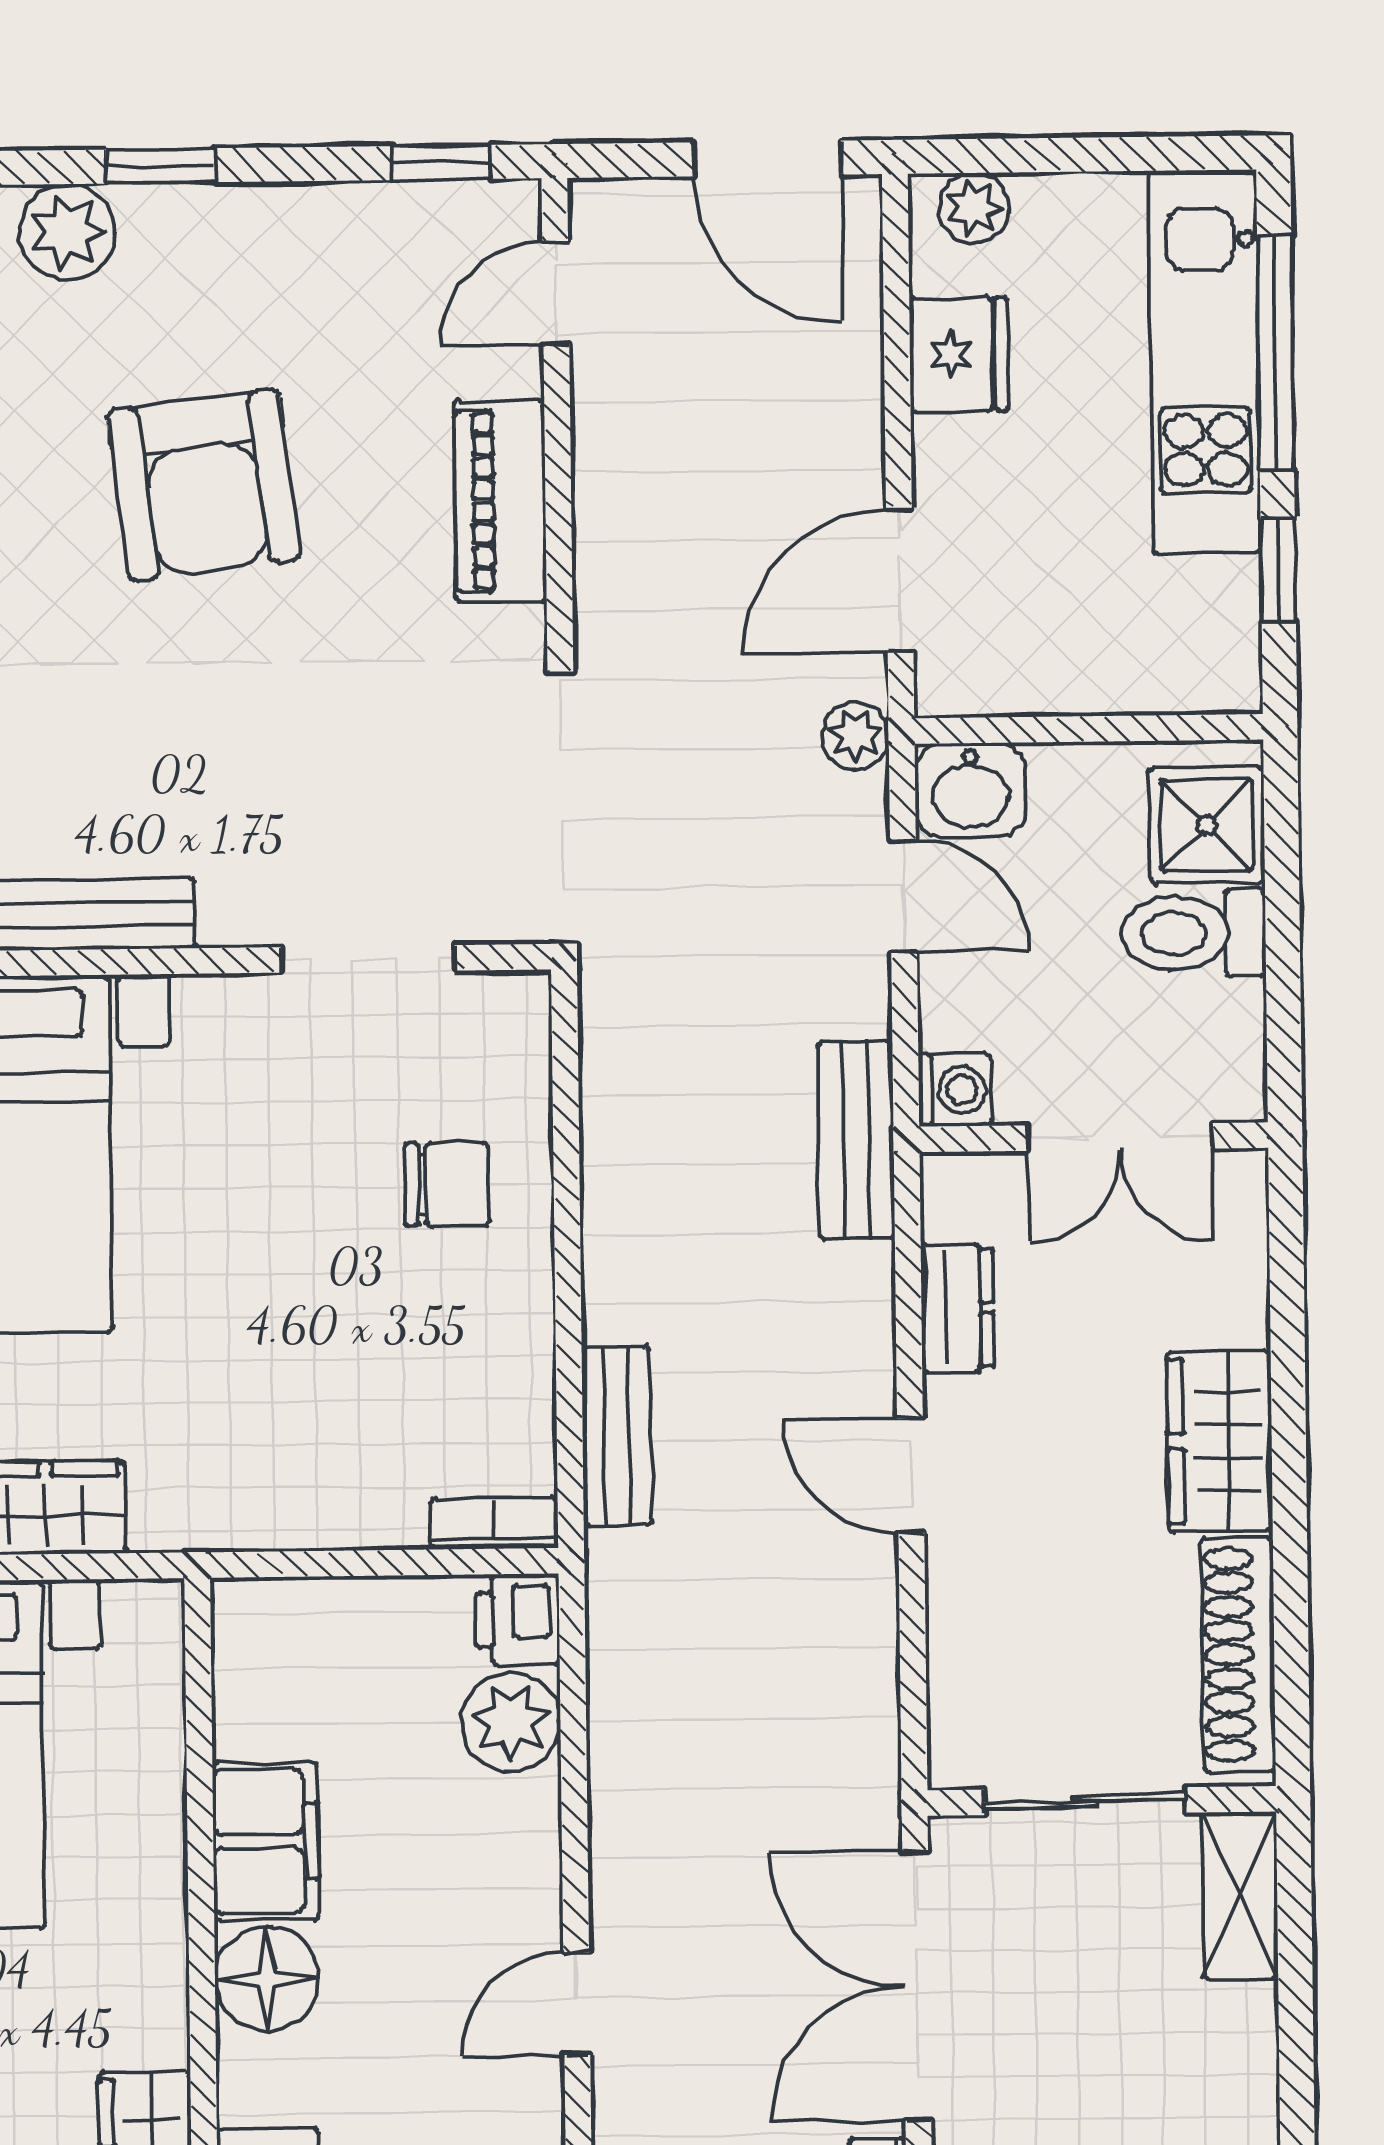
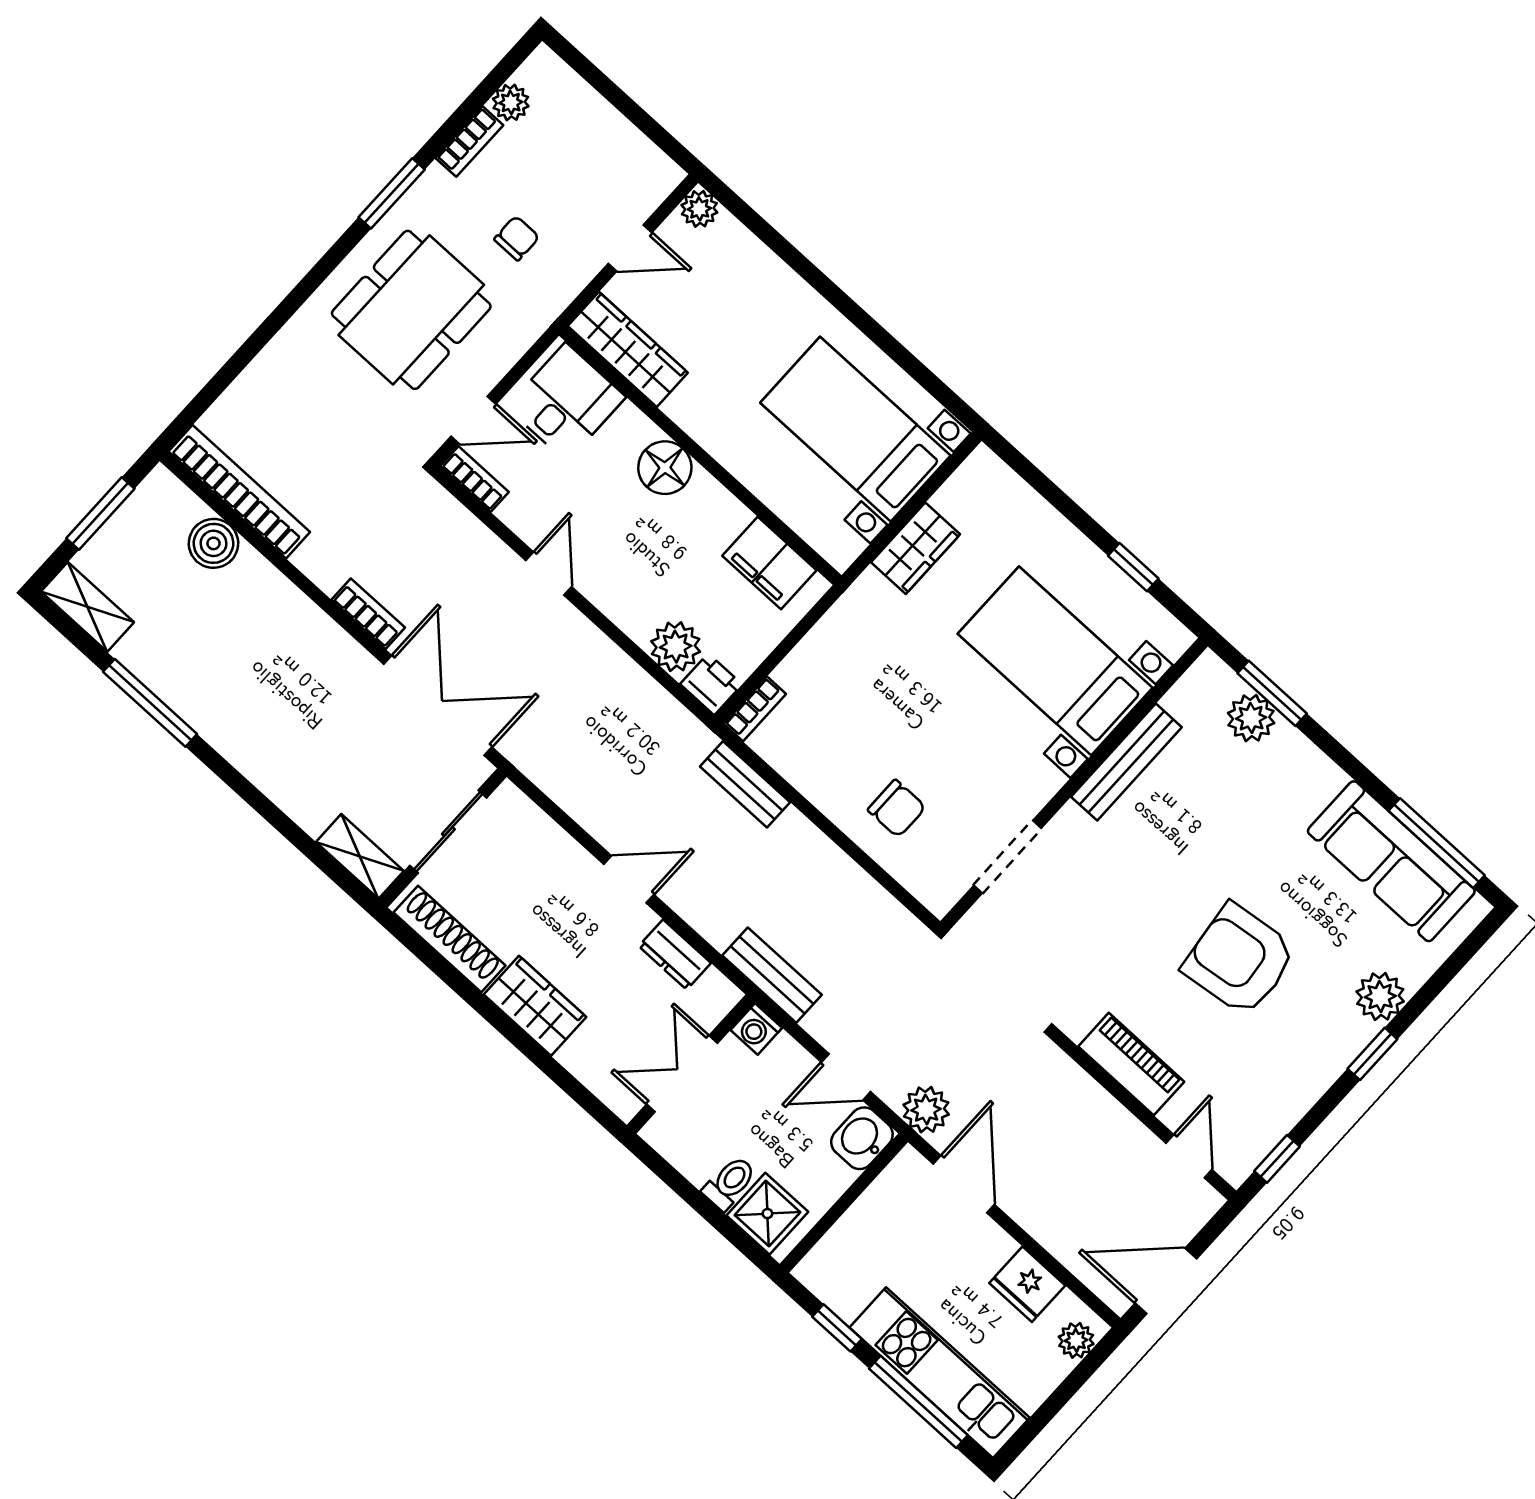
plant: (855, 736) -> (926, 1110), width x1.38, depth x1.38
toilet: (1194, 933) -> (730, 1183), width x0.73, depth x0.72
chair: (447, 1184) -> (897, 808), turned -90
filing cabinet: (265, 1841) -> (769, 563), moved

